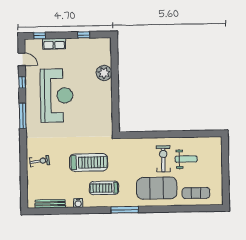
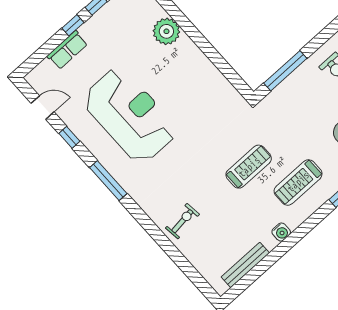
window: (40, 36) -> (73, 25), moved
window: (141, 135) -> (285, 71), added
treadmill: (89, 162) -> (249, 167), width x0.73, depth x0.73

